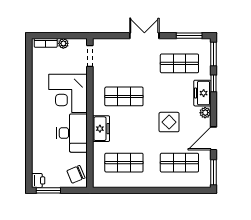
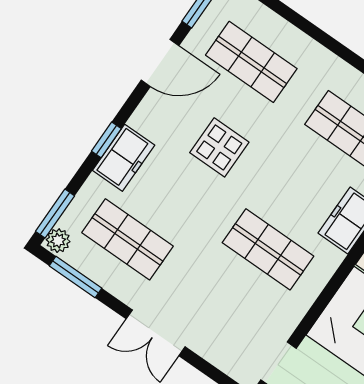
window: (214, 83) -> (106, 140), moved
plant: (205, 113) -> (58, 241), moved

